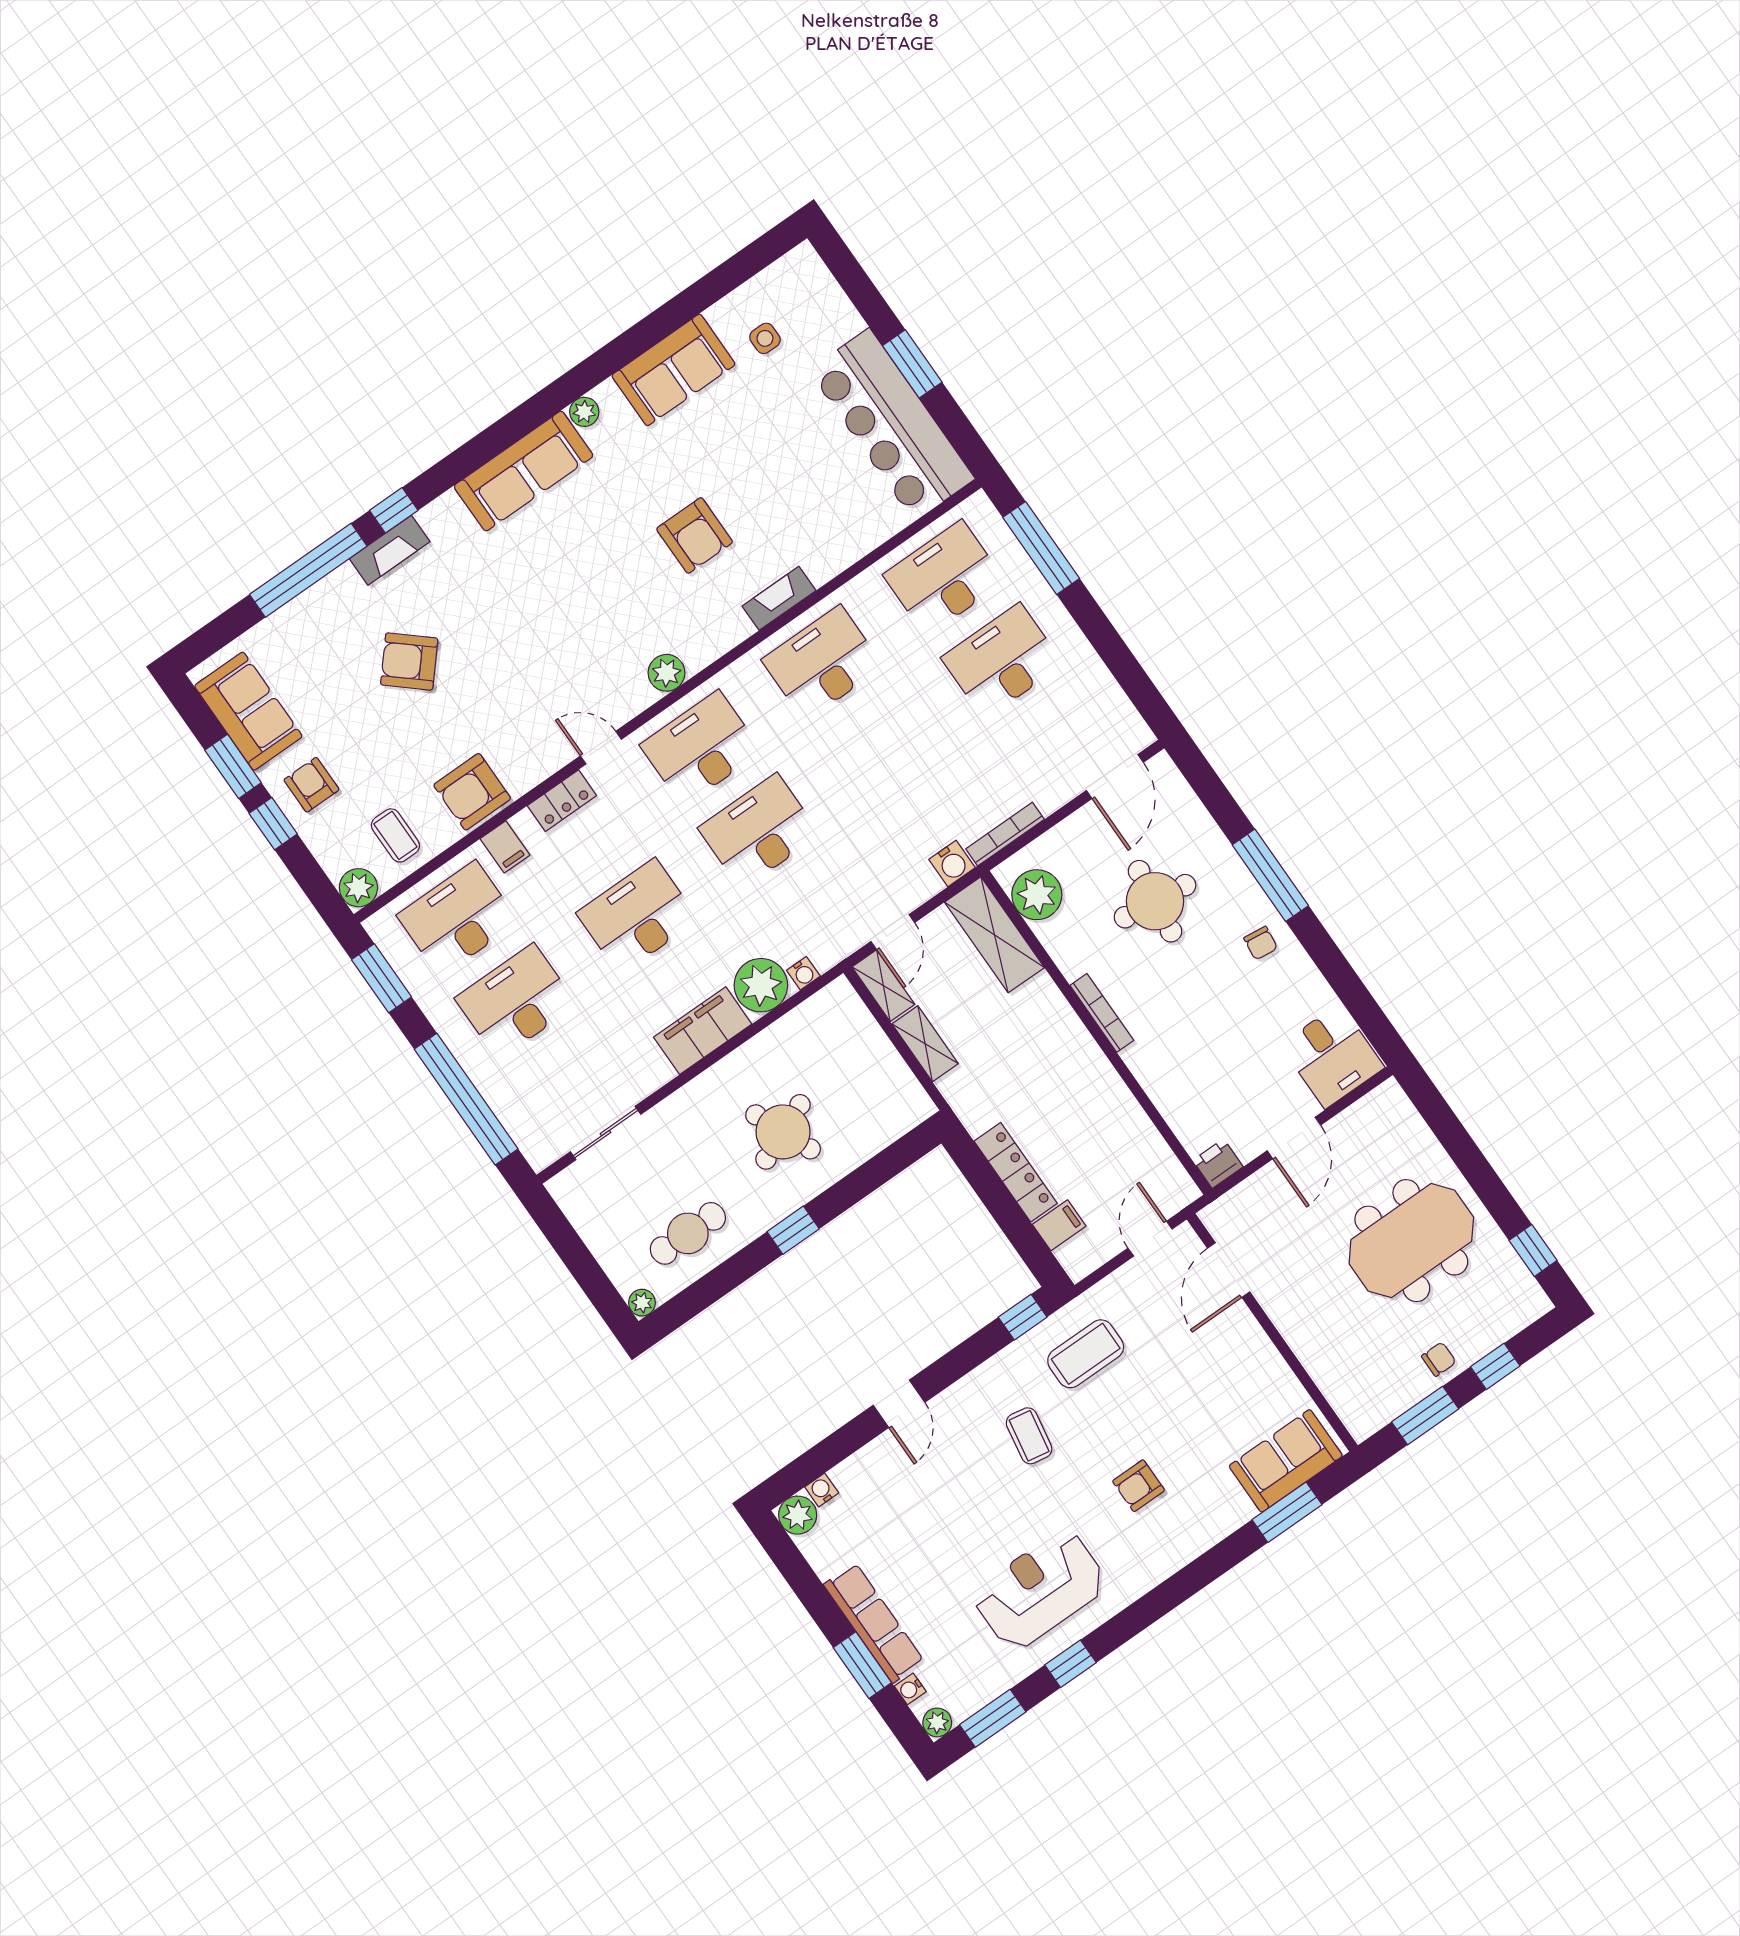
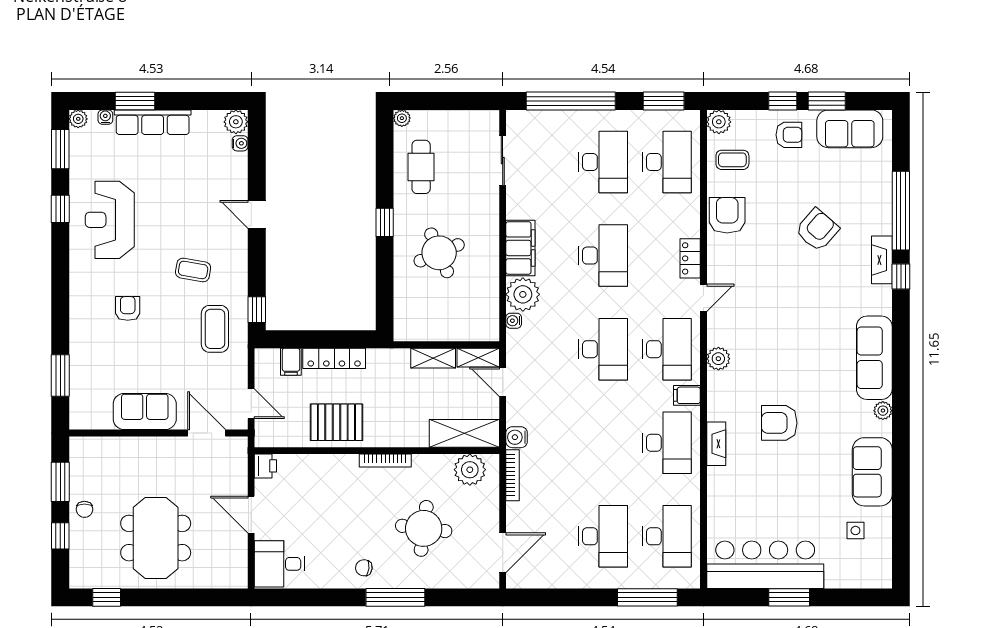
door: (1115, 776) -> (503, 553), swing flipped
filing cabinet: (505, 847) -> (687, 395), moved
pallet: (1097, 1111) -> (336, 422), added
sofa: (1286, 1461) -> (145, 412), moved, turned -90
reception desk: (1040, 1590) -> (110, 220), turned 180

